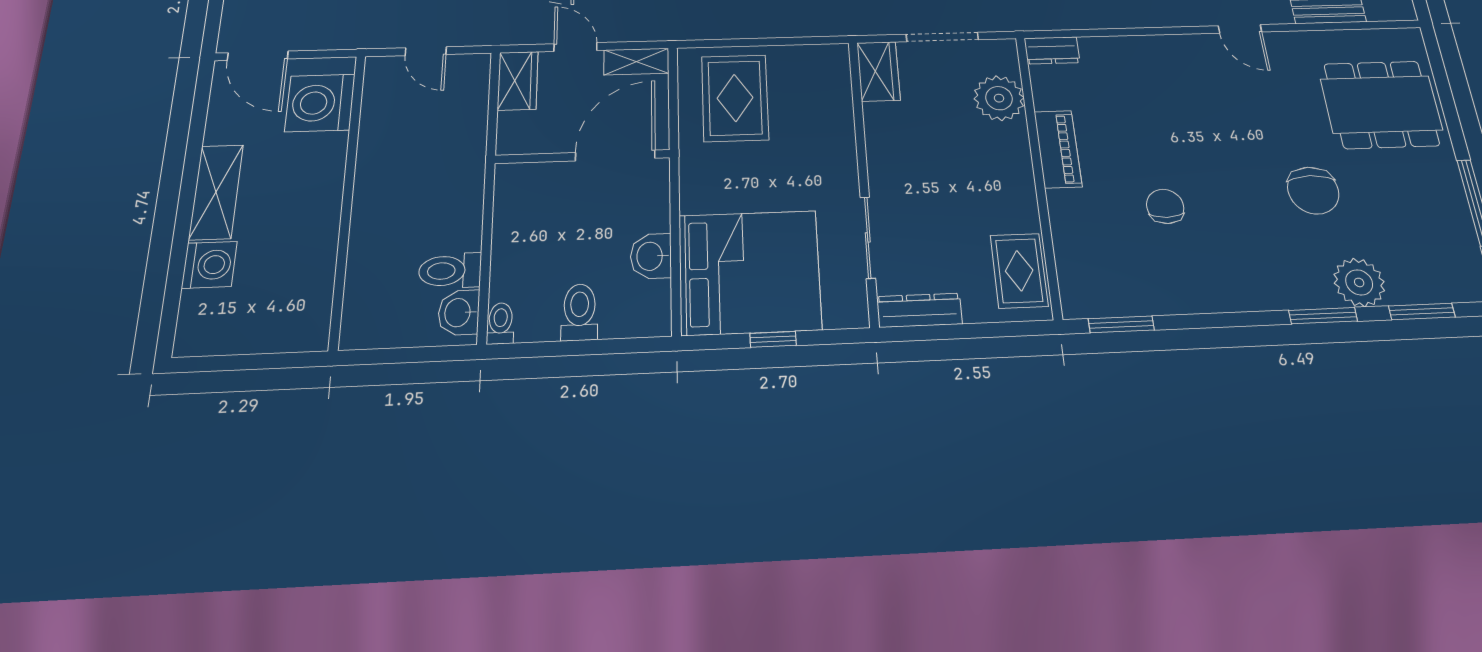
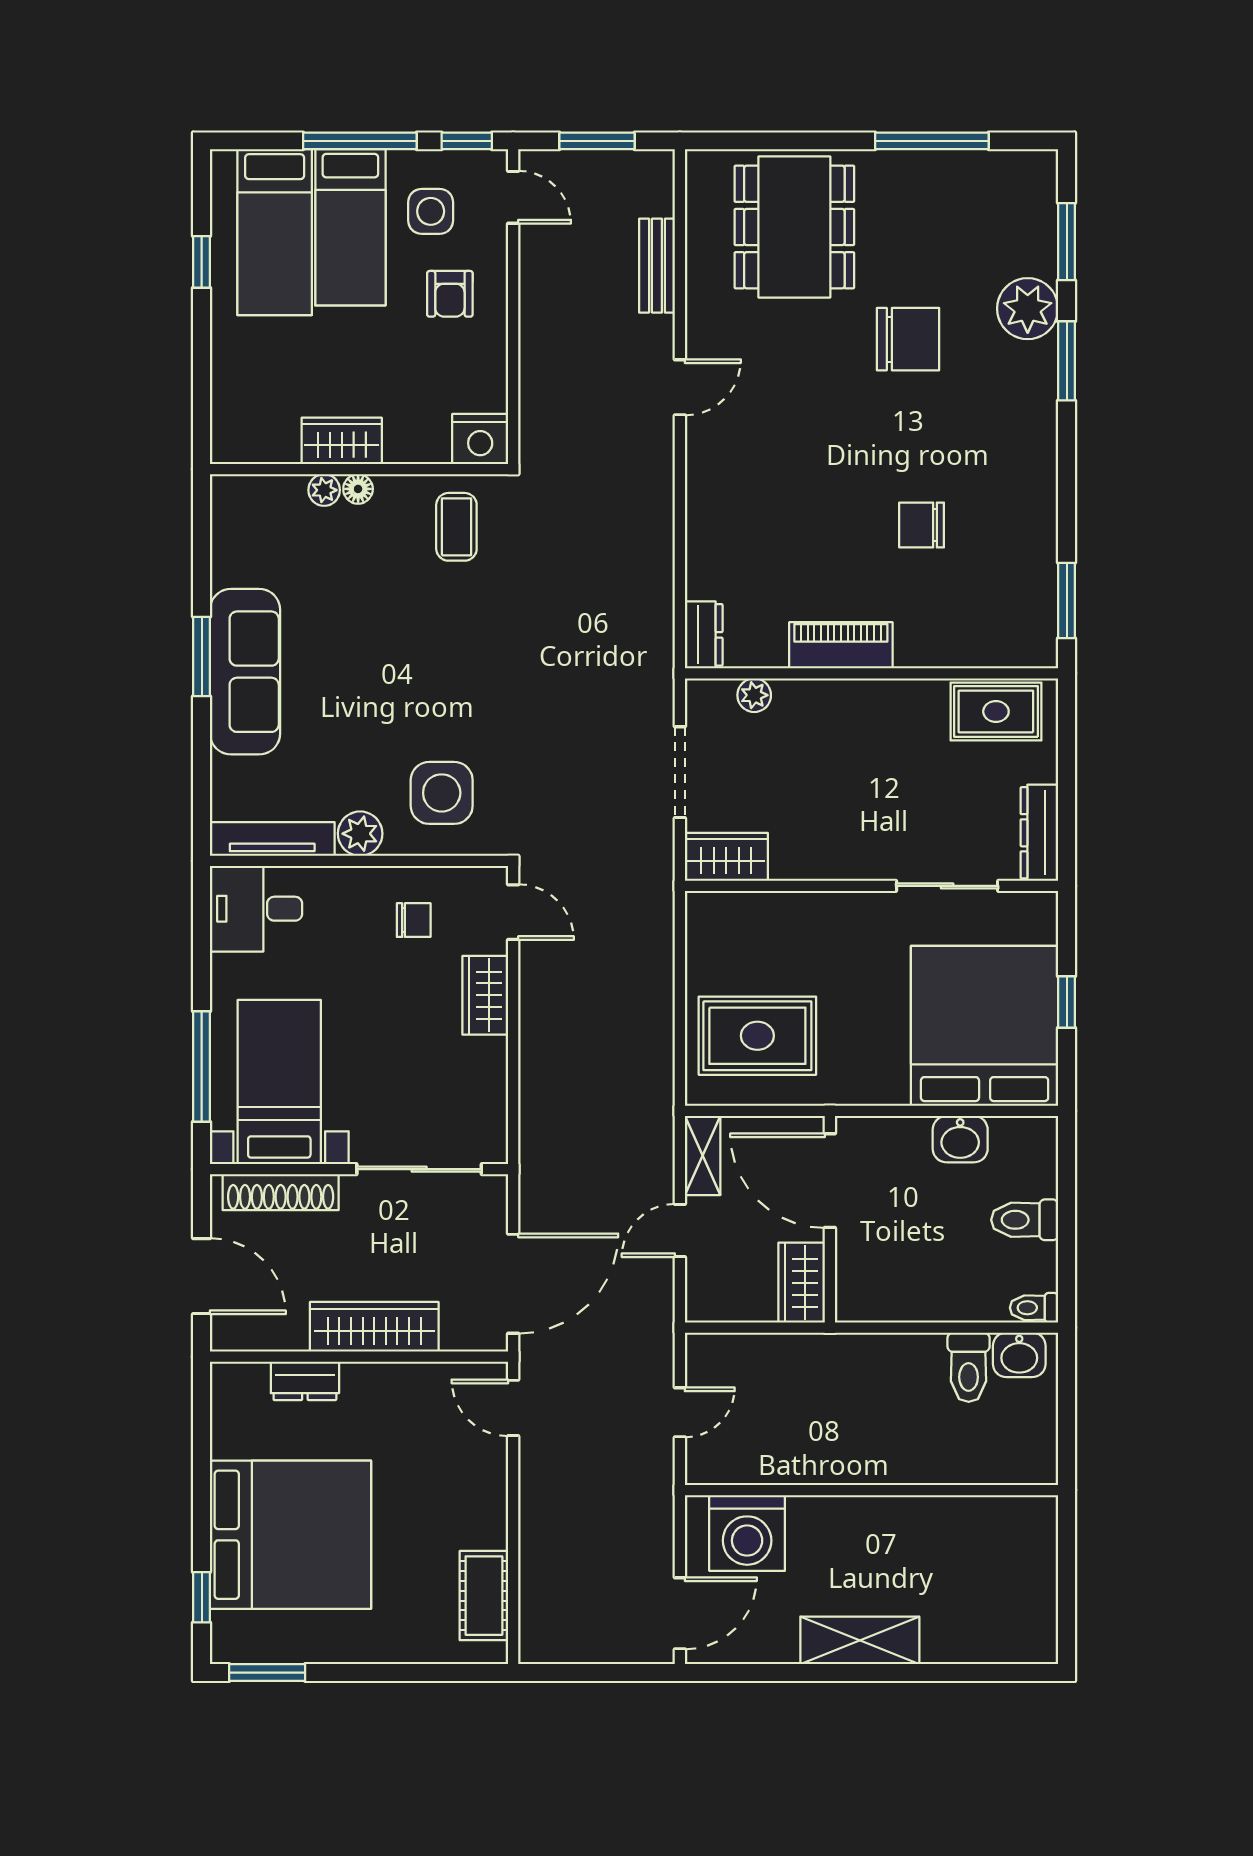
wardrobe: (518, 81) -> (802, 1283), moved, turned -90
plant: (999, 98) -> (754, 695), width x0.53, depth x0.53
washing machine: (209, 265) -> (950, 1637), removed

